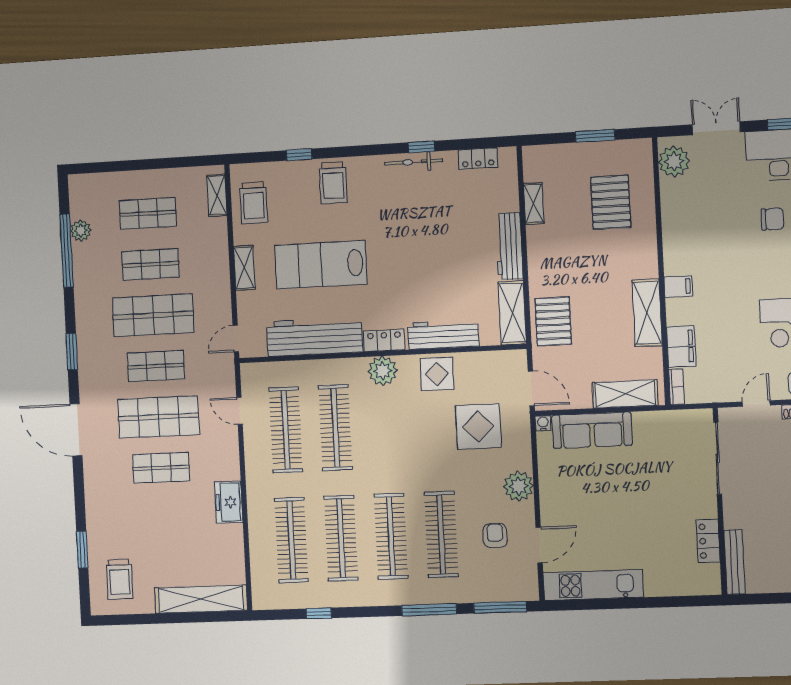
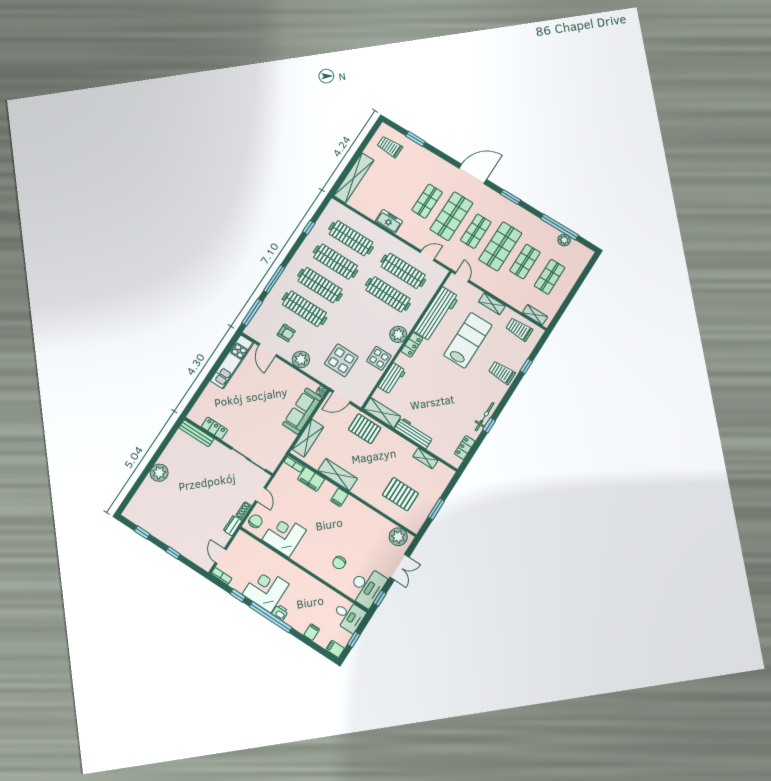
workbench: (443, 335) -> (392, 379), width x0.73

